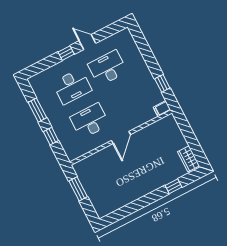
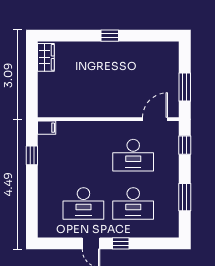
desk: (72, 86) -> (133, 203), turned 180
window: (51, 136) -> (185, 145), moved
door: (121, 137) -> (155, 119), moved
window: (174, 186) -> (110, 36), moved

